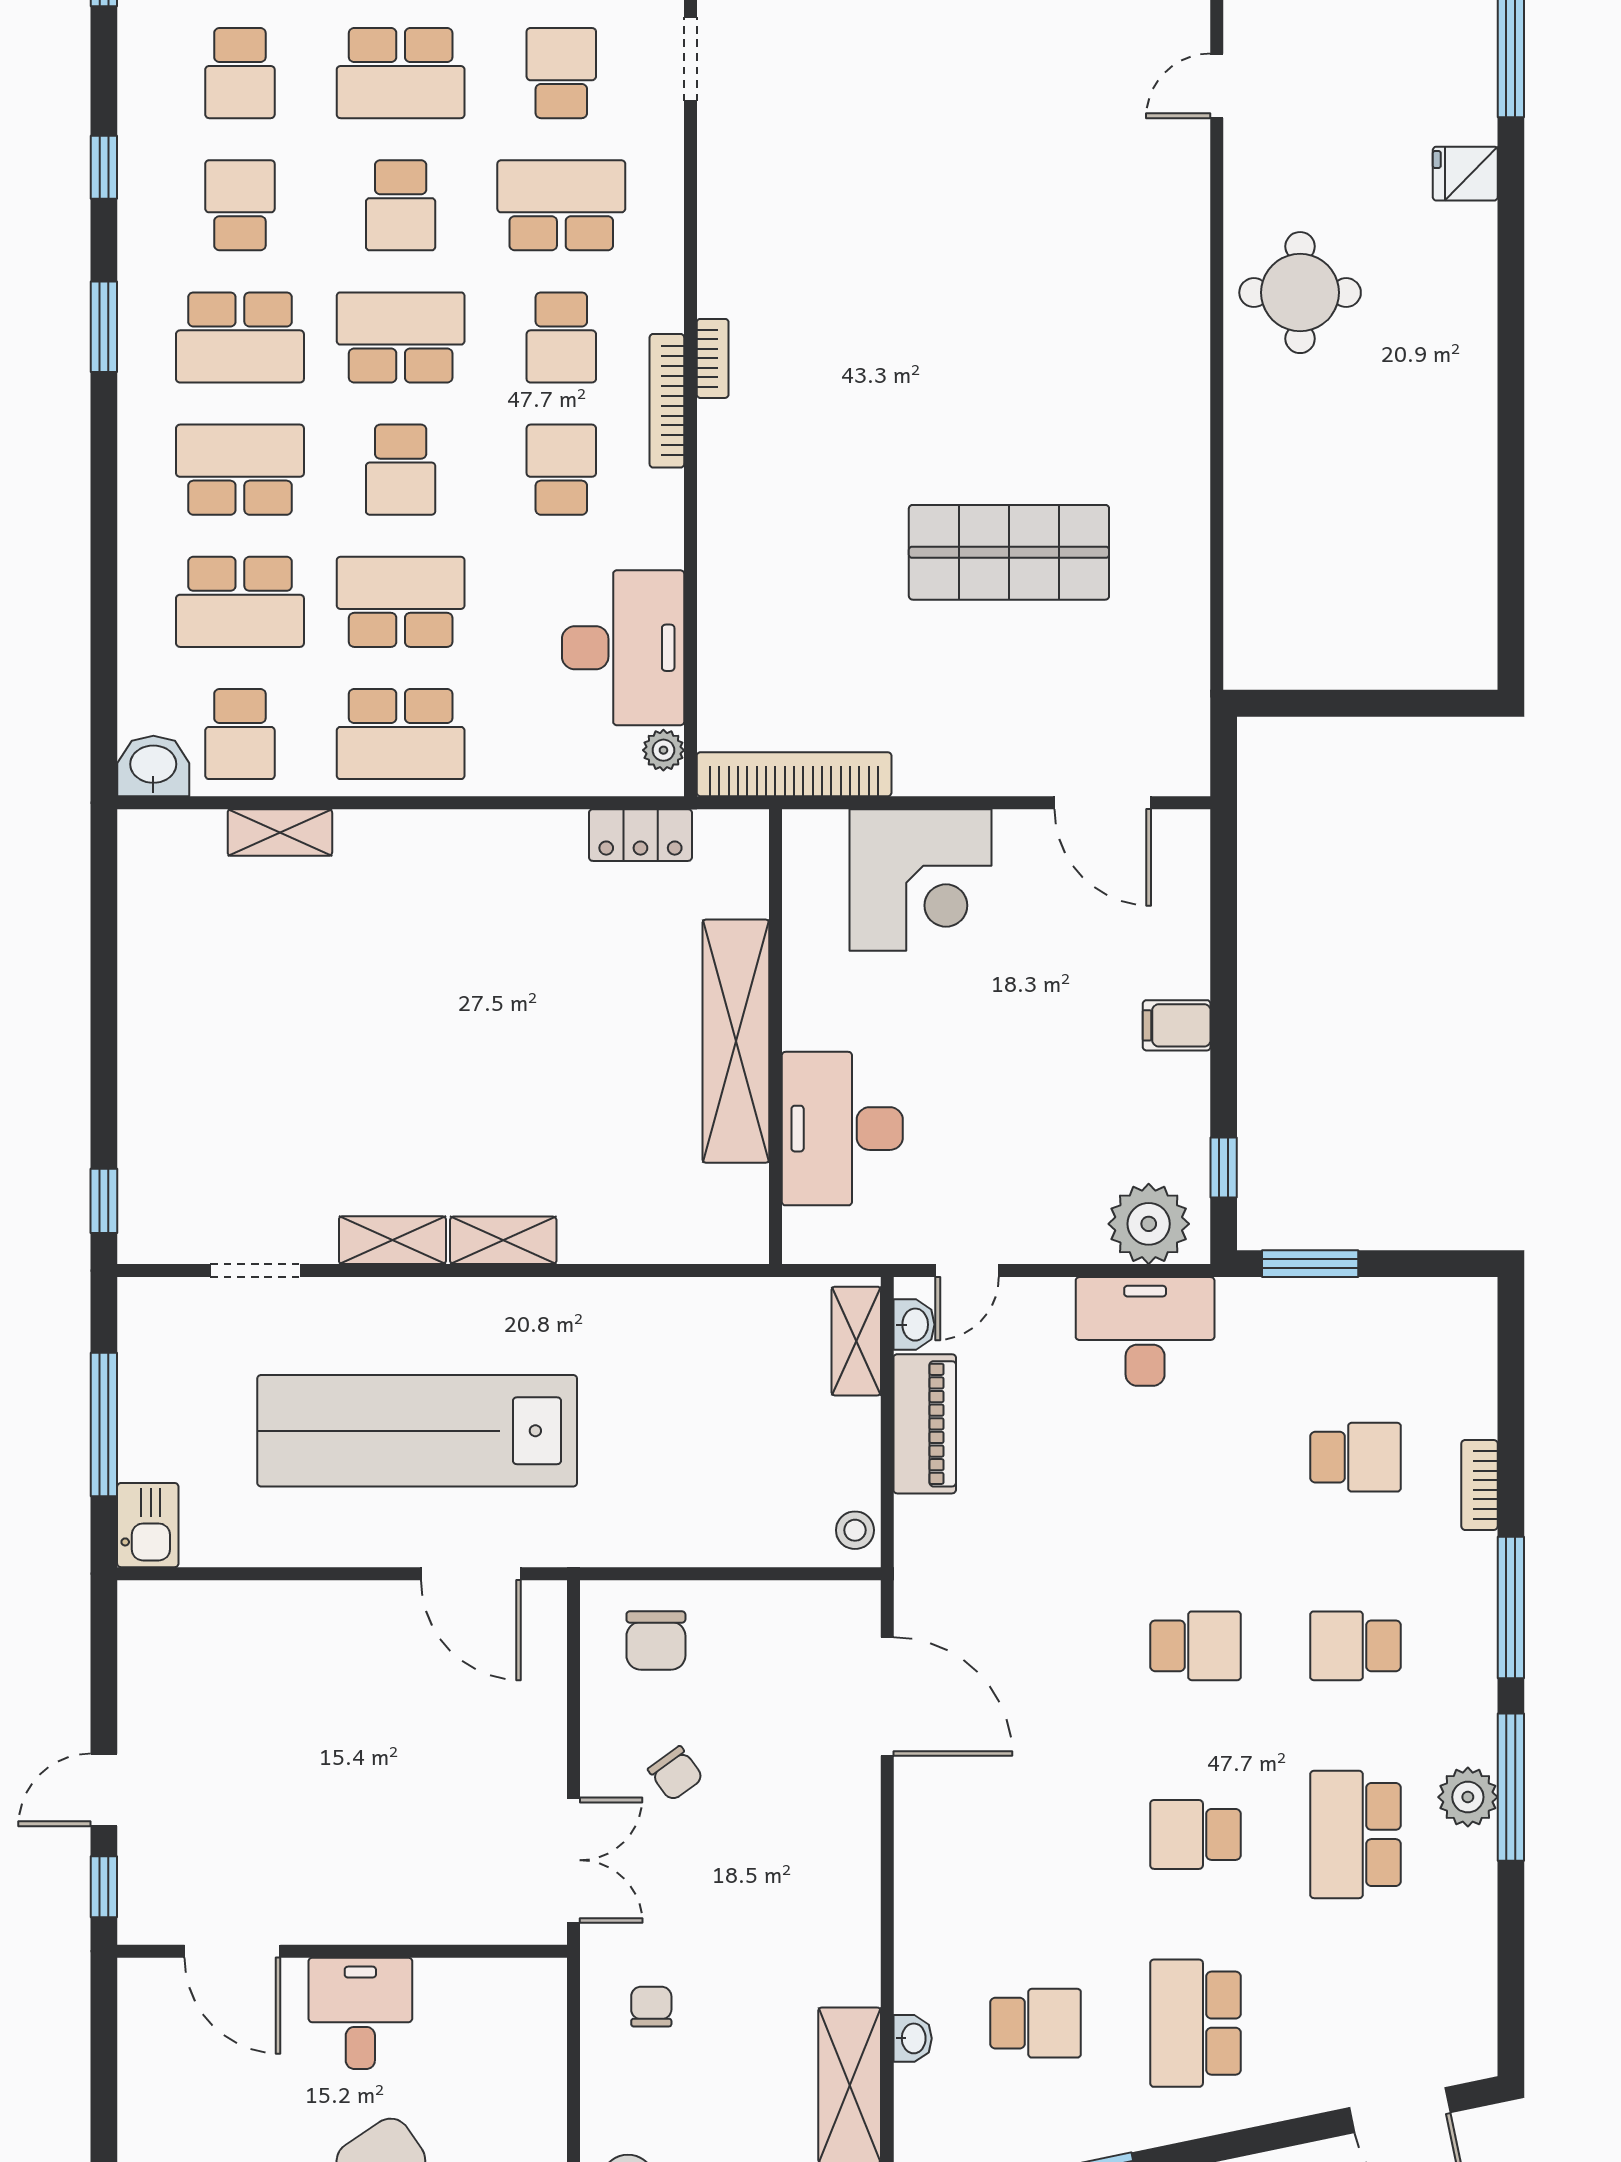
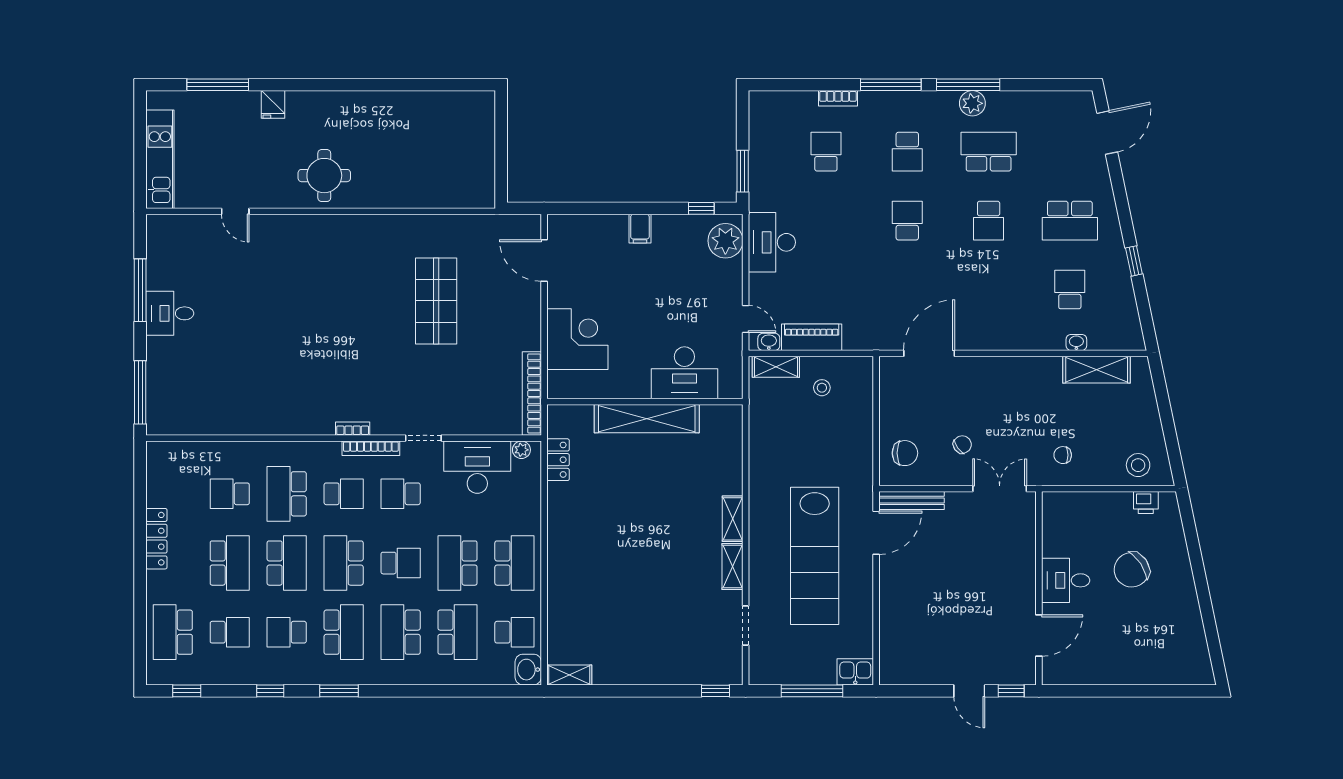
doorway: (690, 59) -> (423, 438), moved
school desk: (401, 205) -> (287, 563), width x1.85
door: (1103, 803) -> (544, 261), swing flipped
shelving: (280, 833) -> (569, 675), moved, turned 90
stool: (855, 1530) -> (822, 388), moved
bench: (546, 1656) -> (912, 500), added
school desk: (1355, 1834) -> (989, 152), turned 180

